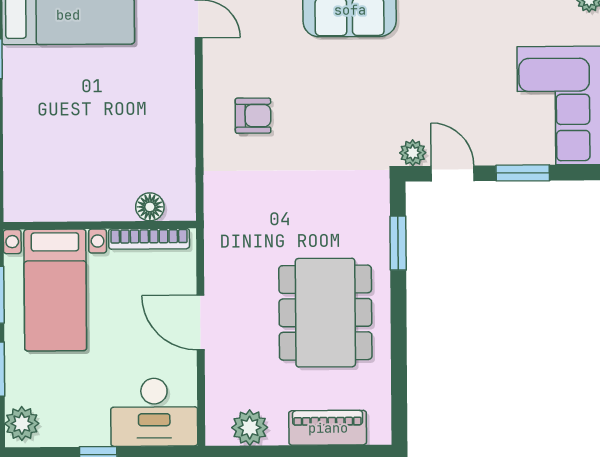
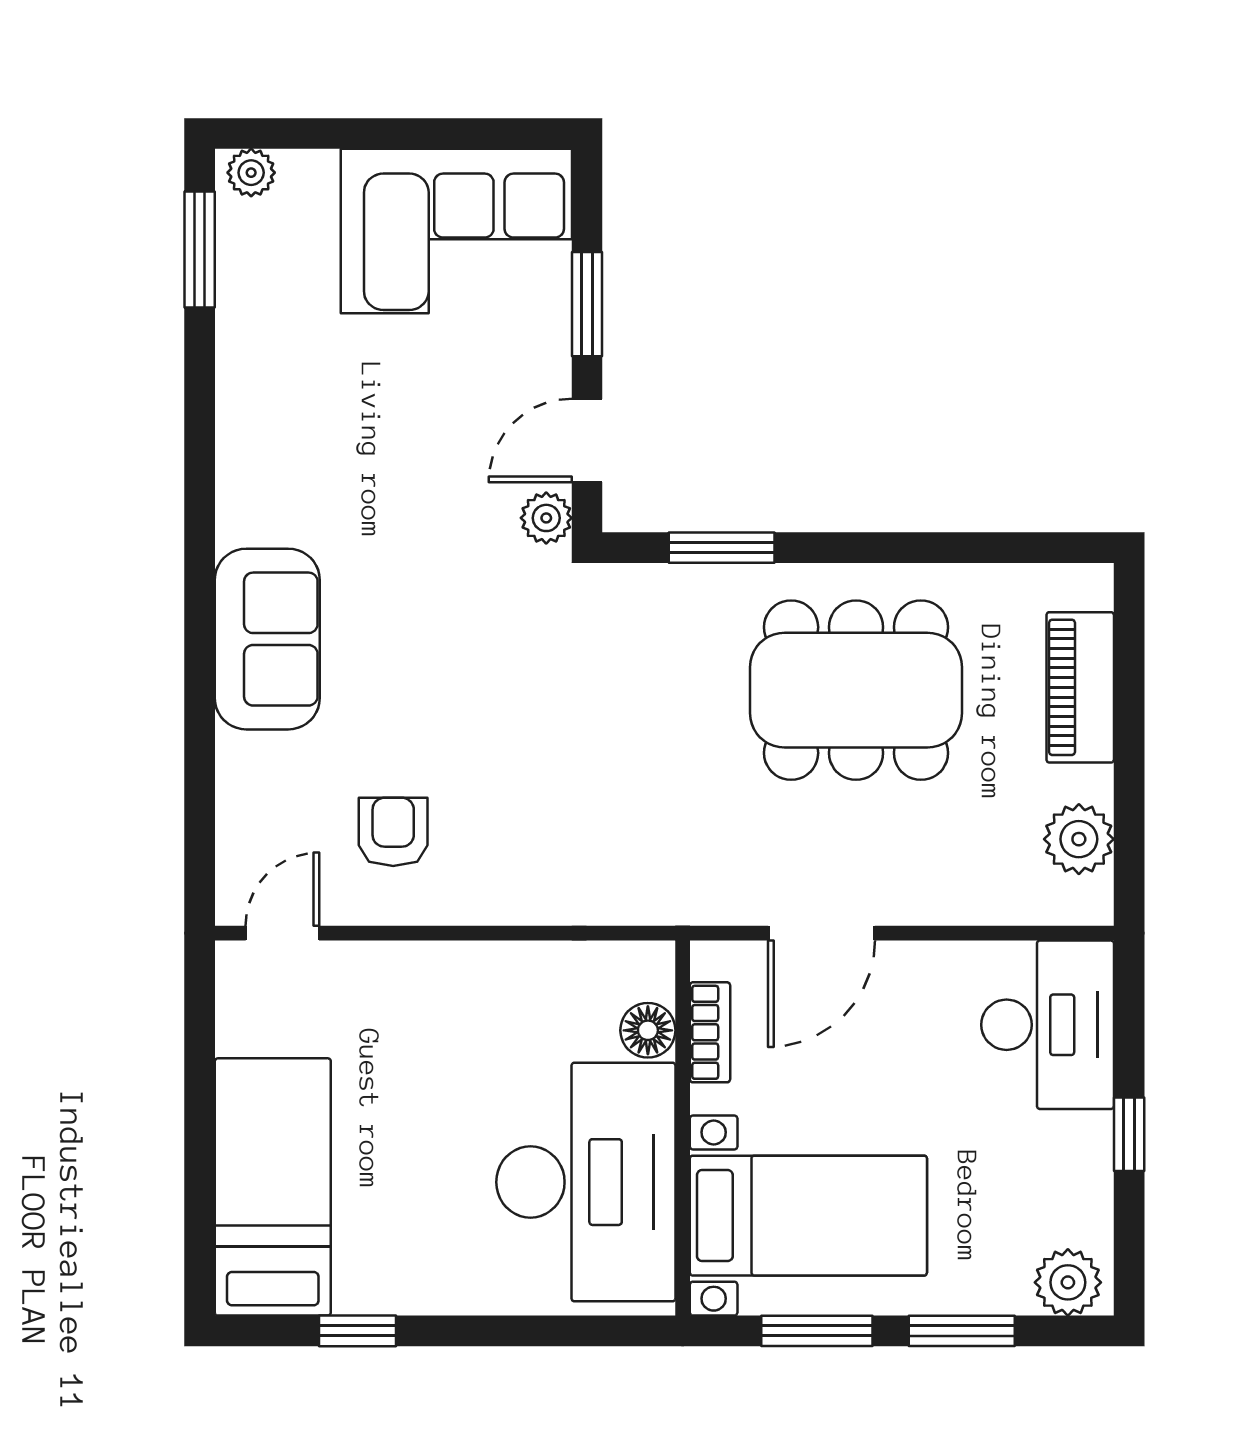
armchair: (253, 116) -> (393, 832), moved
desk: (72, 176) -> (586, 1182), added
bookcase: (149, 239) -> (710, 1032), width x0.64
door: (201, 323) -> (822, 933), moved

